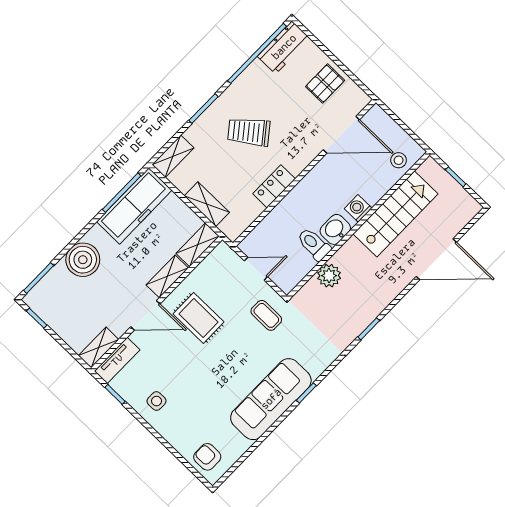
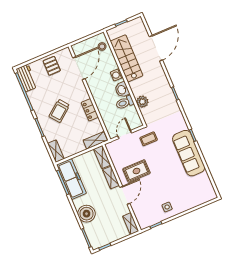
shelving: (207, 204) -> (95, 140), moved
tv unit: (117, 360) -> (140, 217), removed
armchair: (207, 457) -> (203, 194), removed

